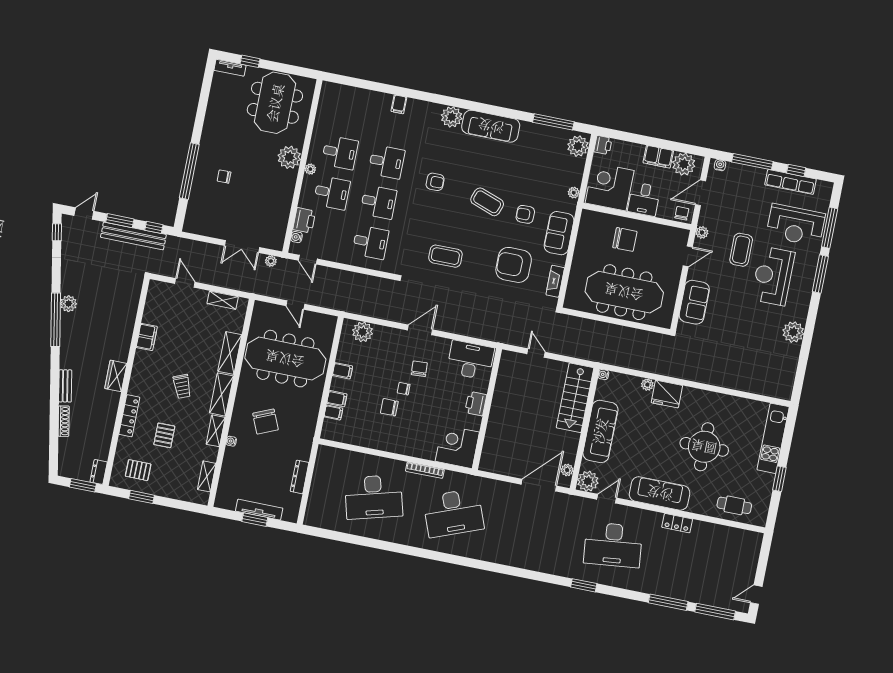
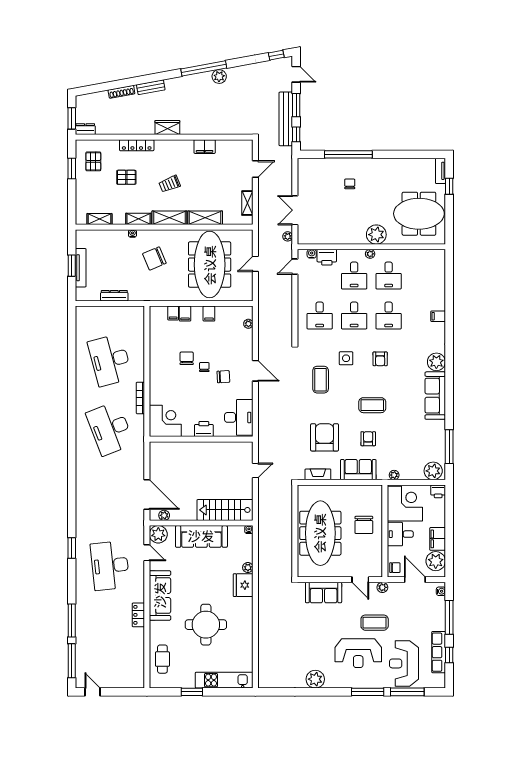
coffee table: (487, 202) -> (372, 405), turned 70
side table: (426, 221) -> (346, 358), added
reception desk: (773, 276) -> (358, 653), turned 180
plant: (363, 332) -> (248, 324), width x0.53, depth x0.53

